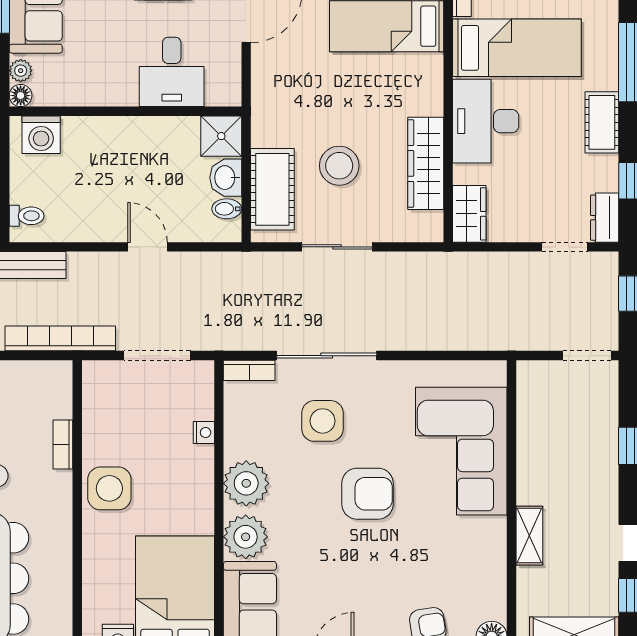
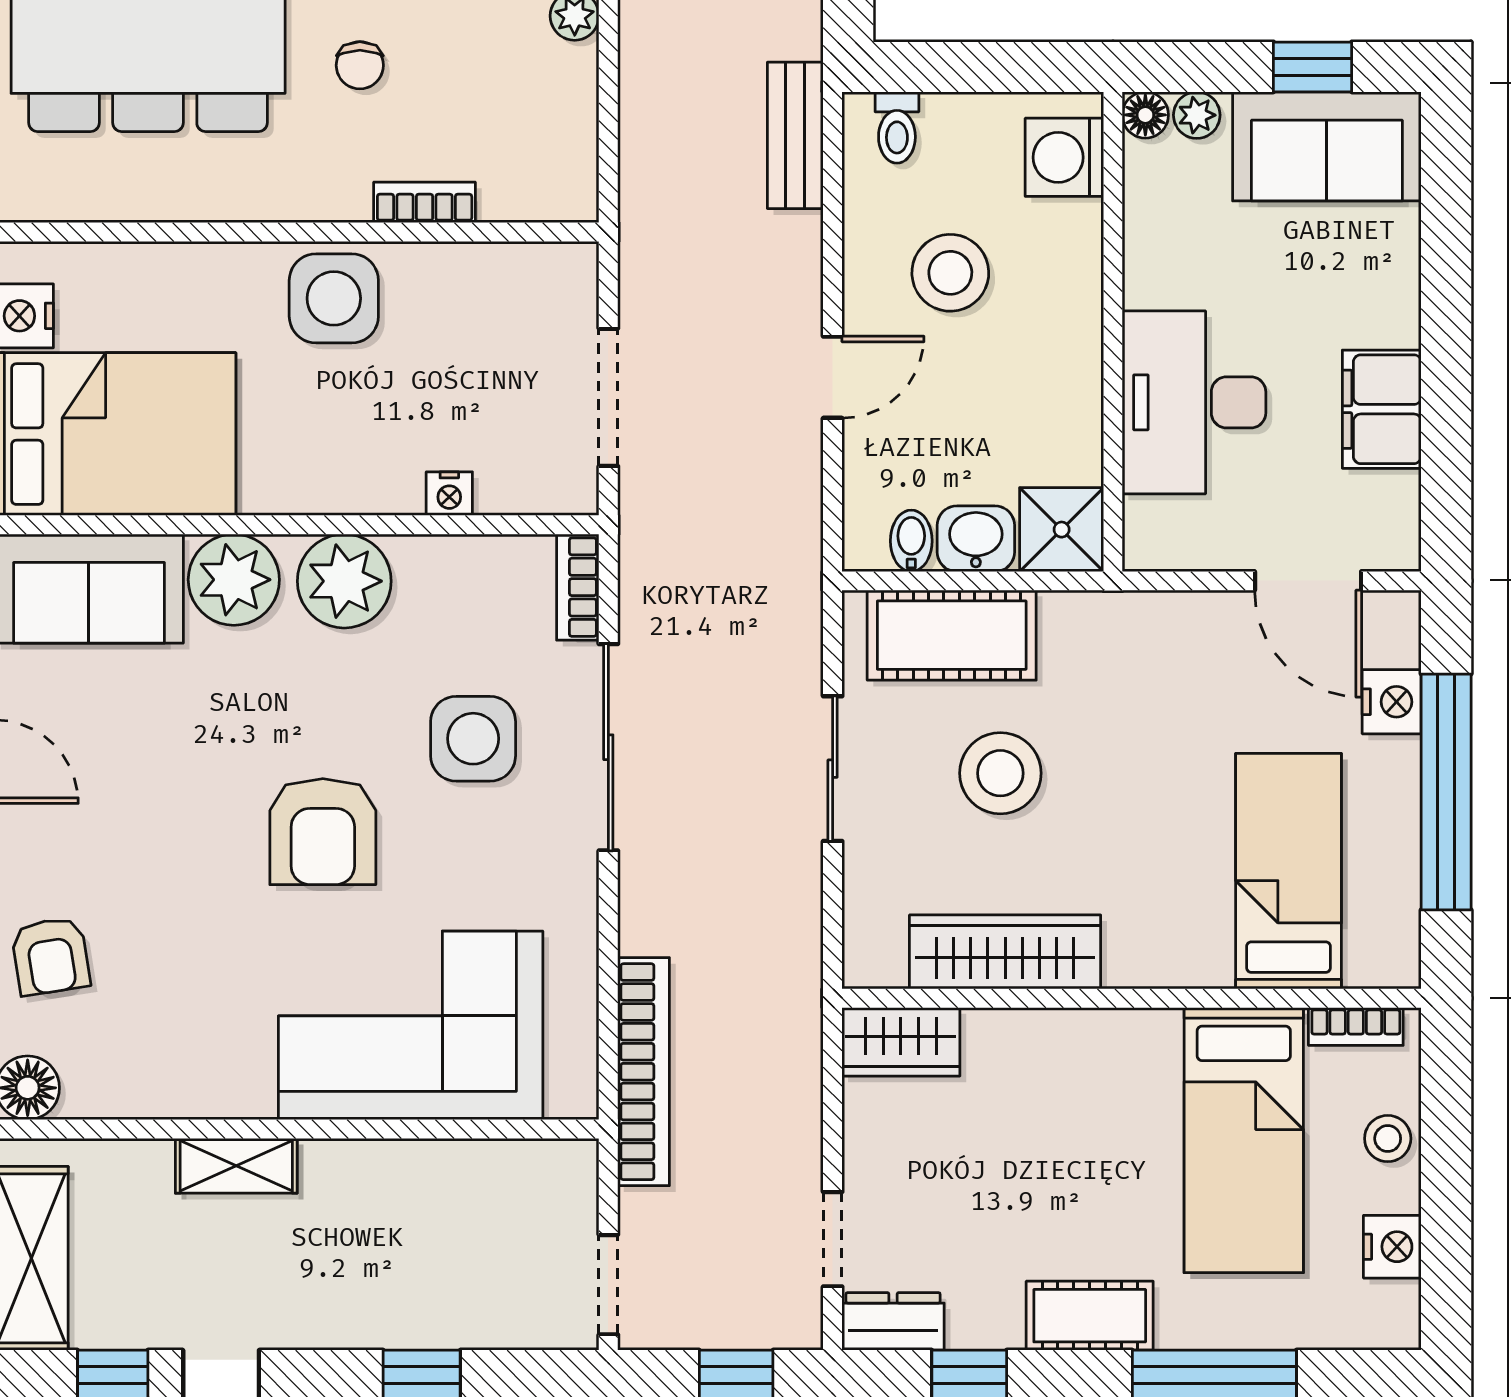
desk: (172, 72) -> (1194, 402), width x1.37
desk: (486, 121) -> (1092, 1076), removed
stool: (97, 190) -> (950, 273), added
bookcase: (60, 338) -> (644, 1072), moved

